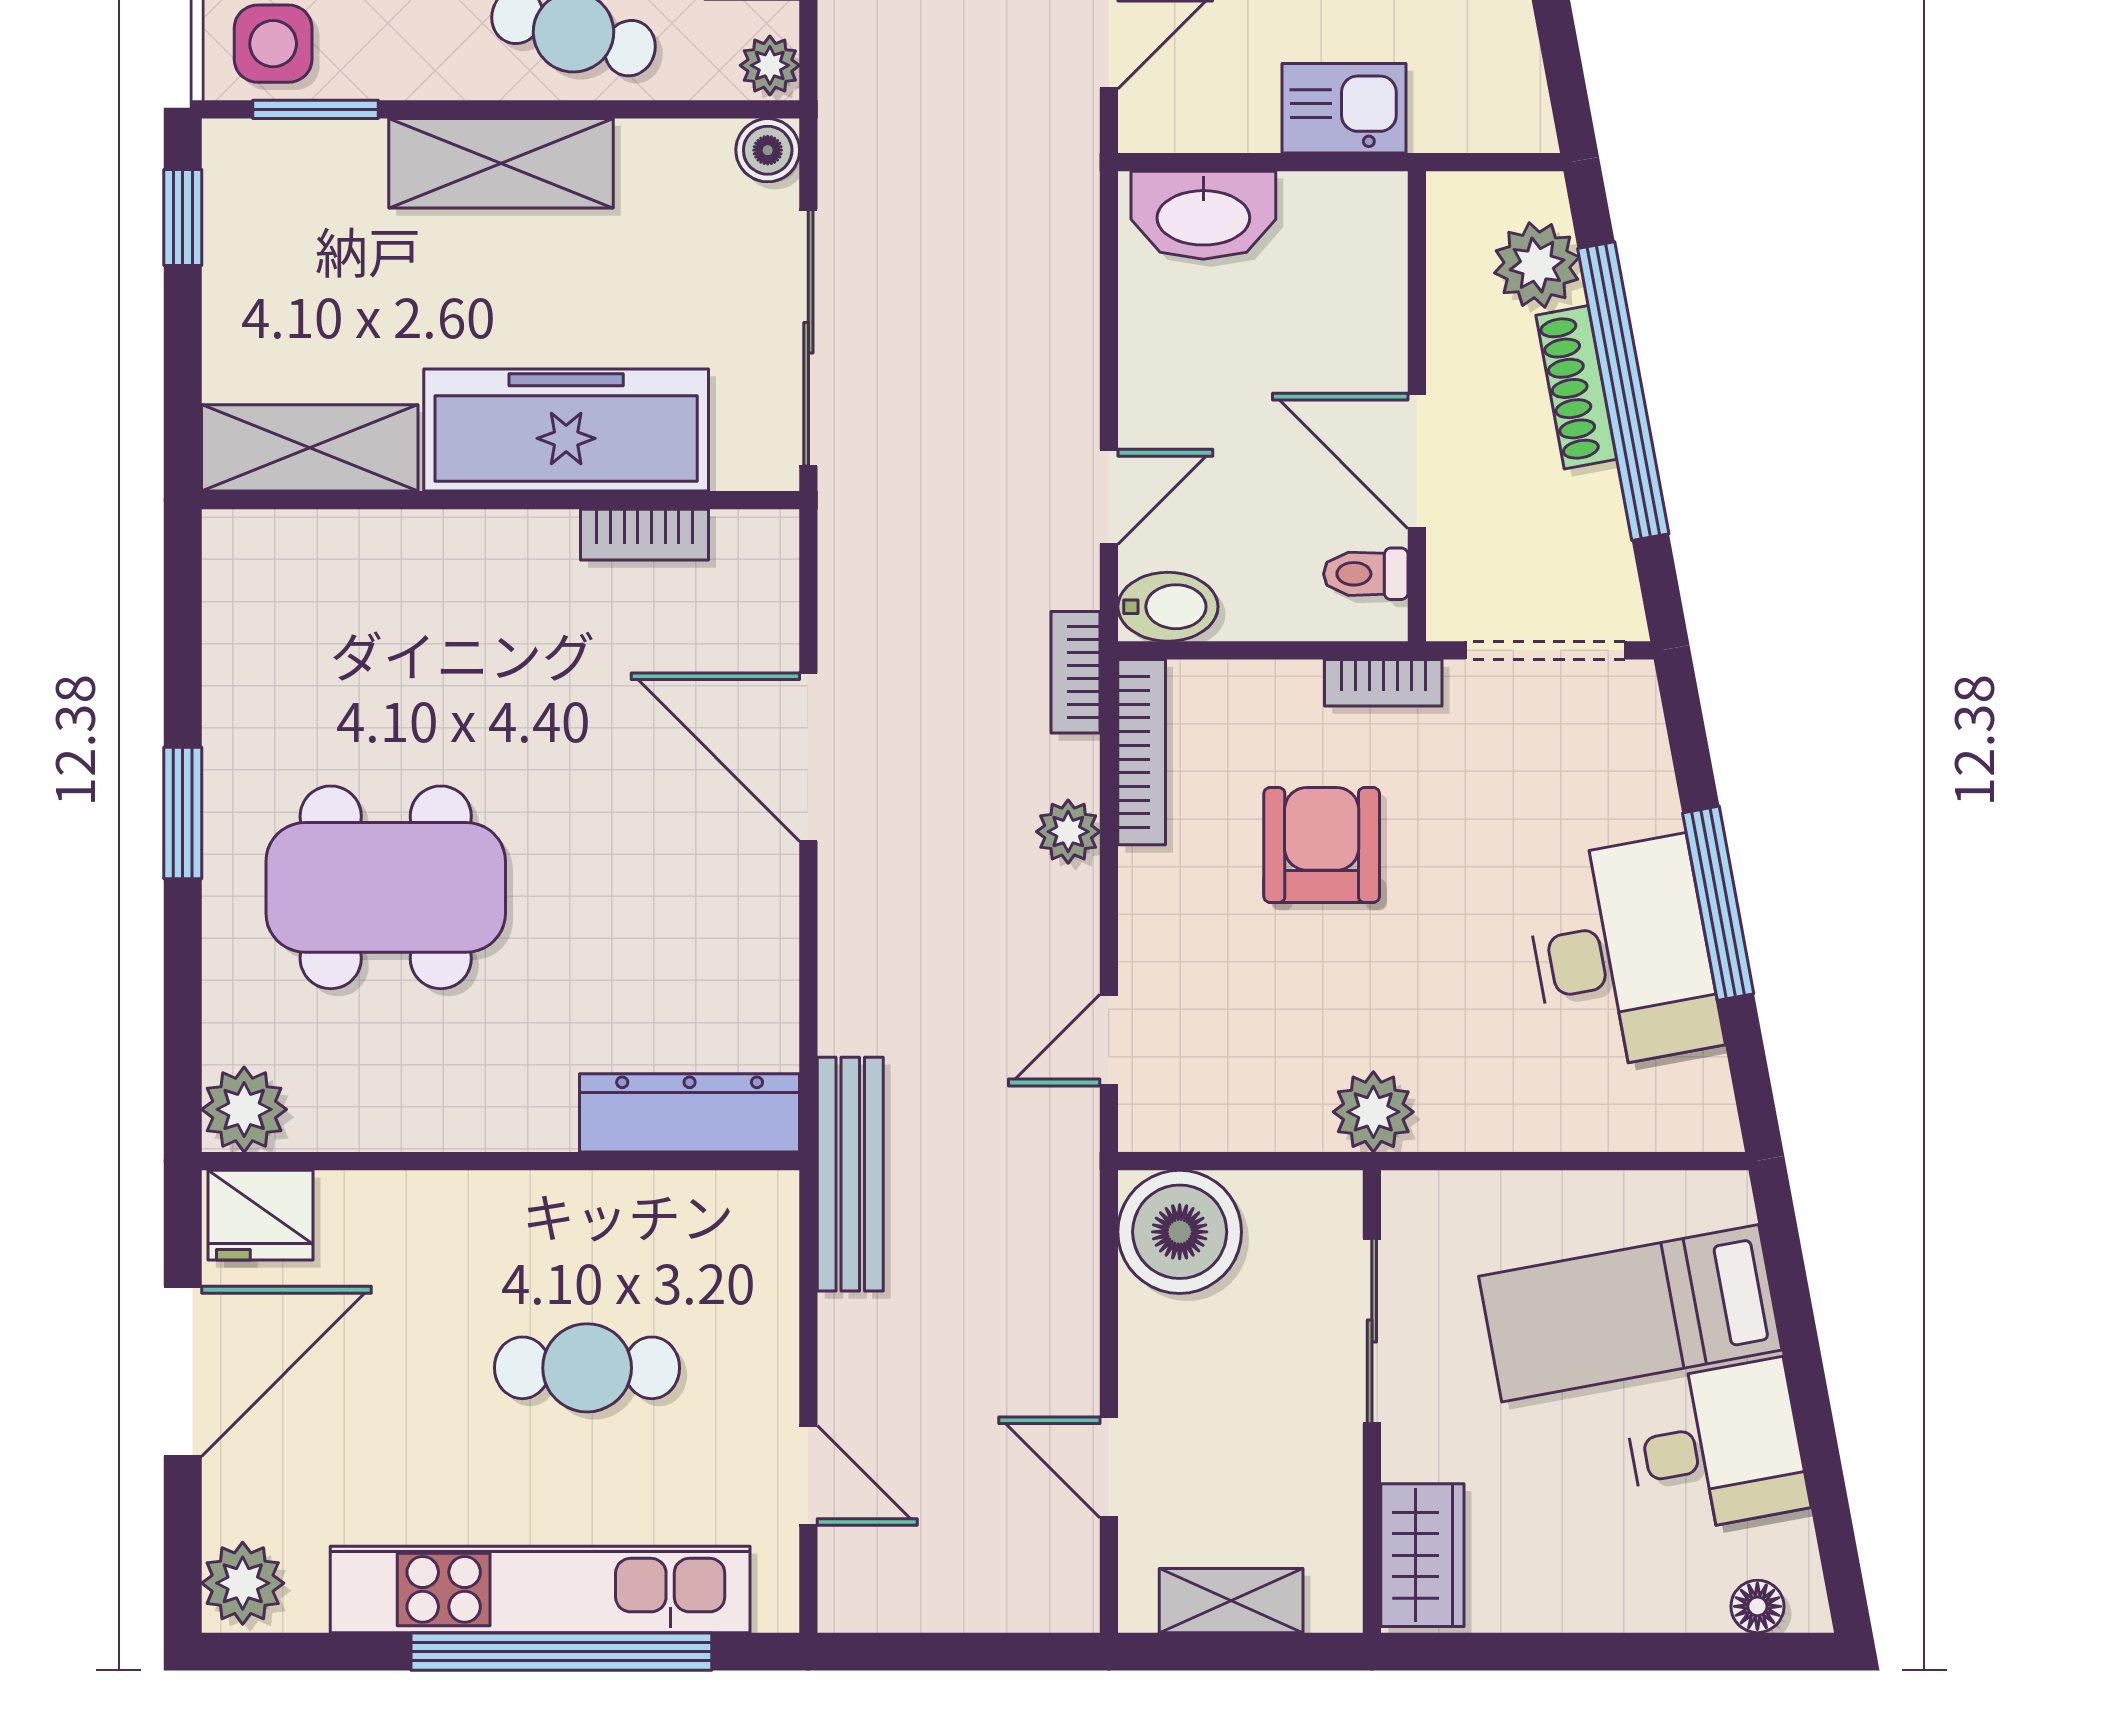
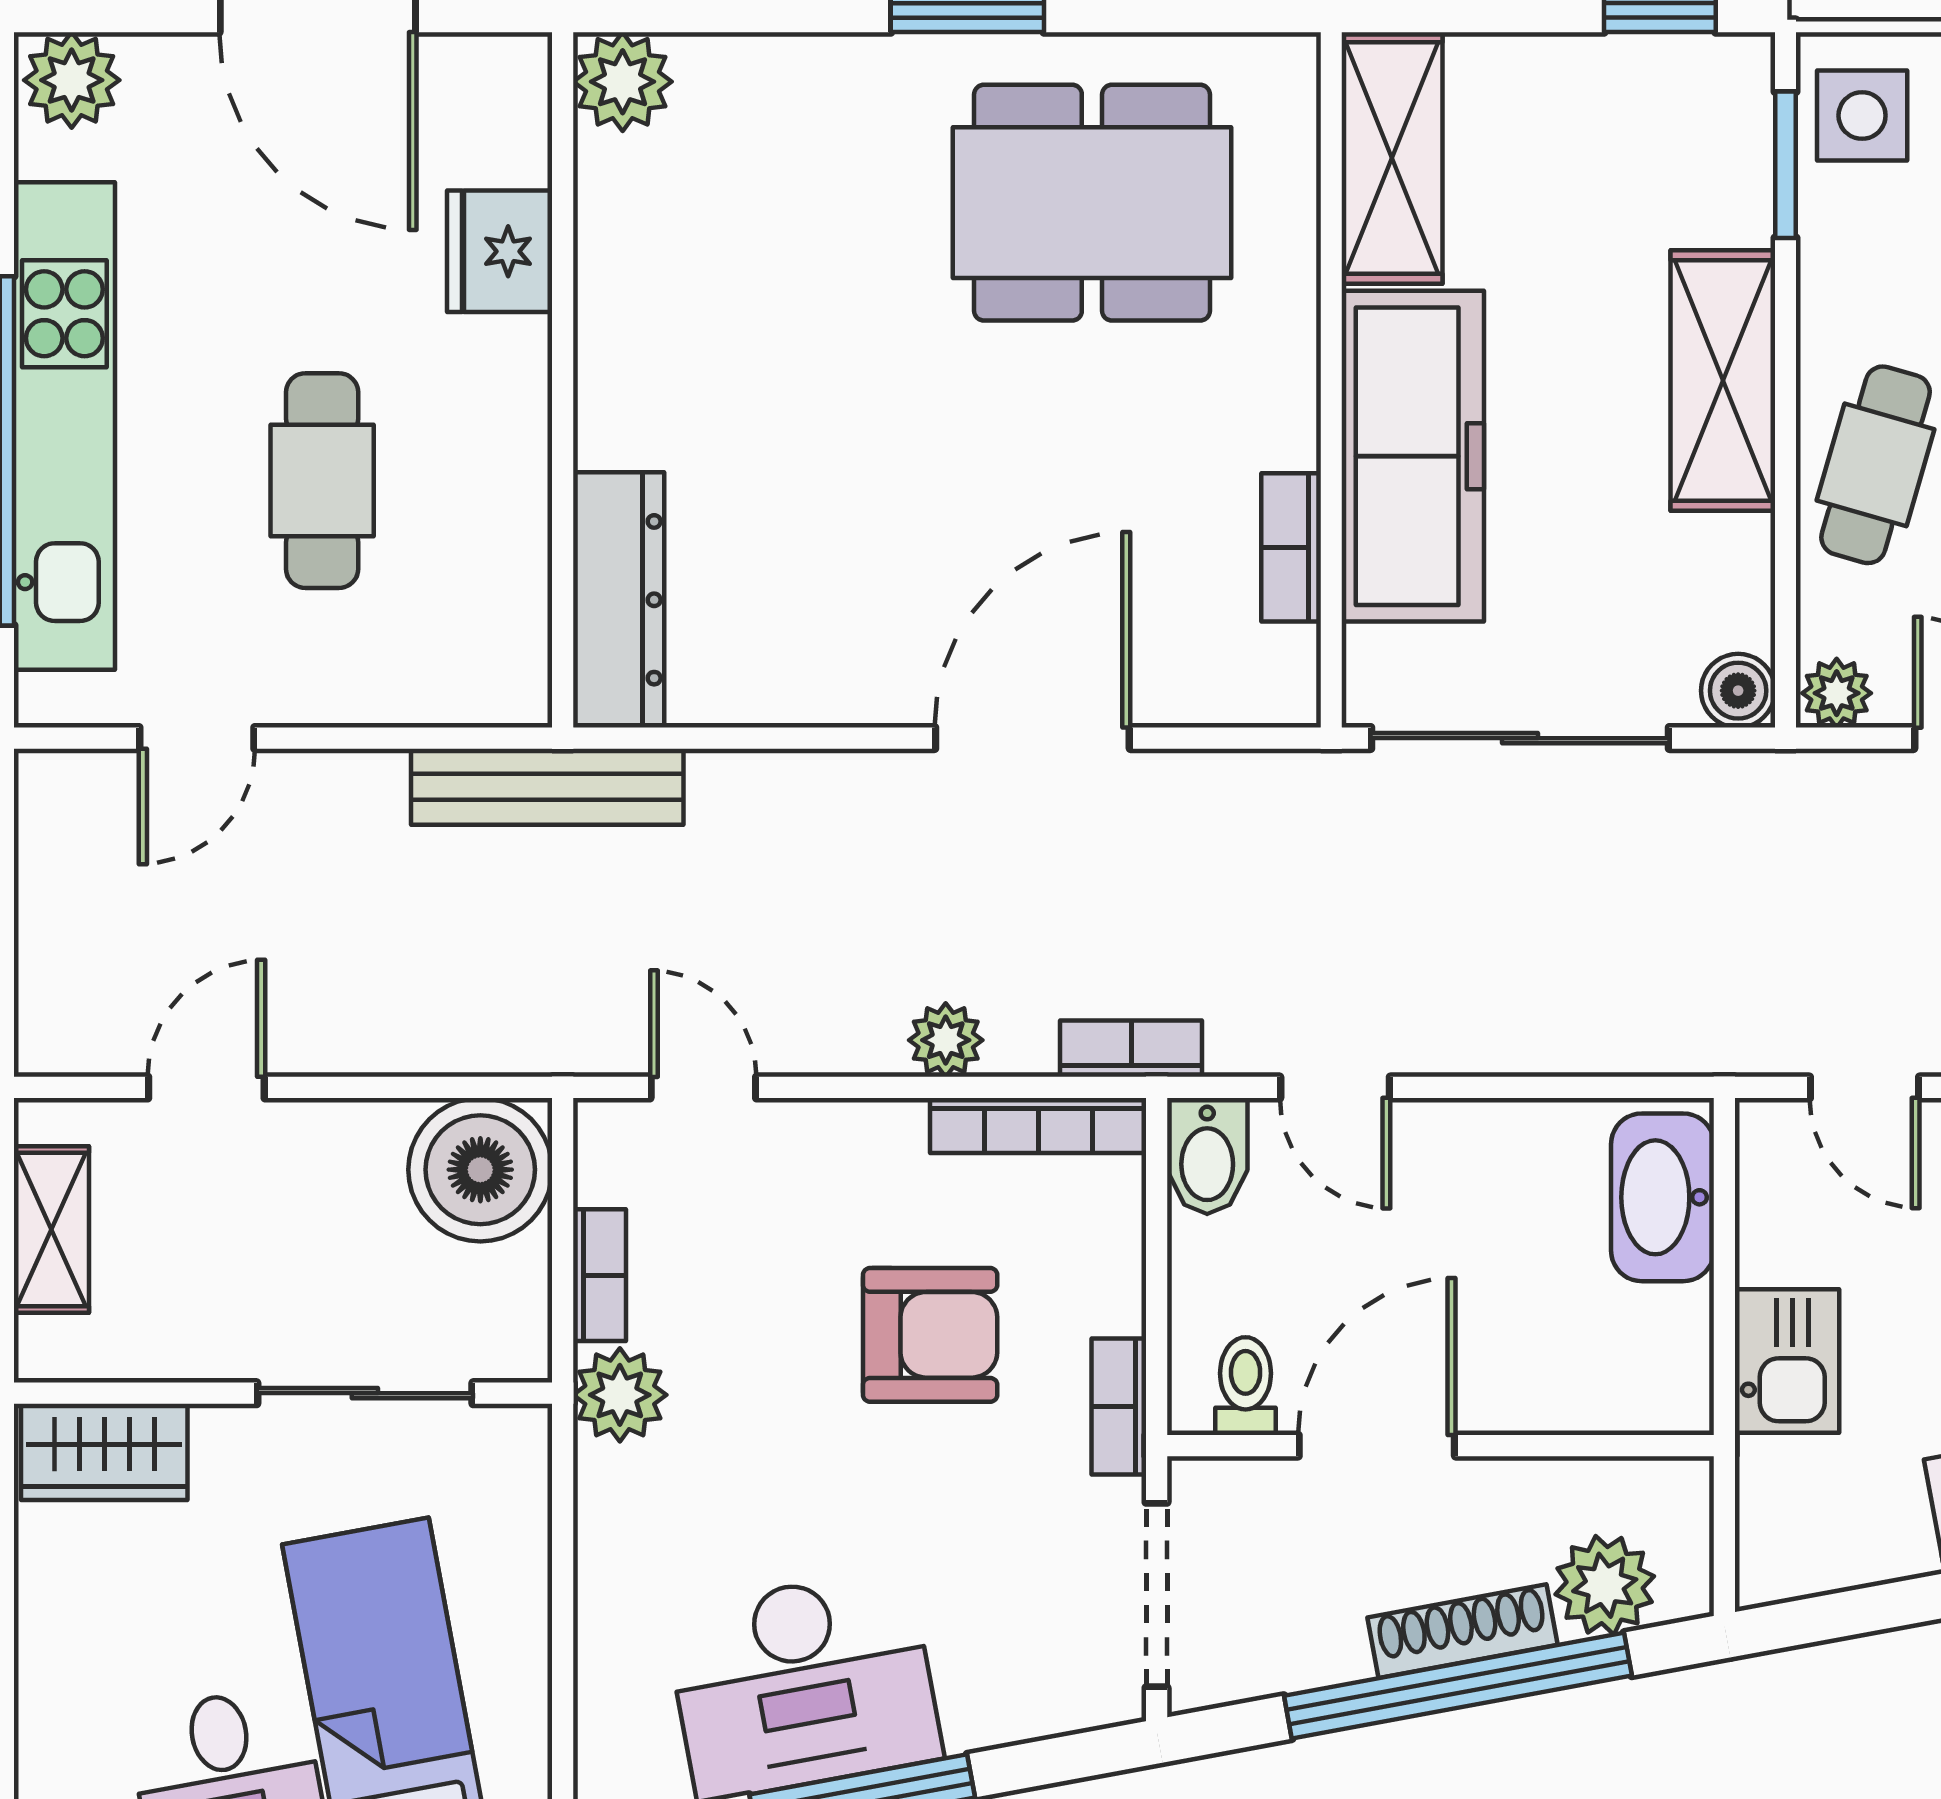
dining table: (386, 887) -> (1092, 203), moved, turned 90
bookcase: (1270, 1129) -> (599, 1275), added
fridge: (261, 1215) -> (500, 251), moved

